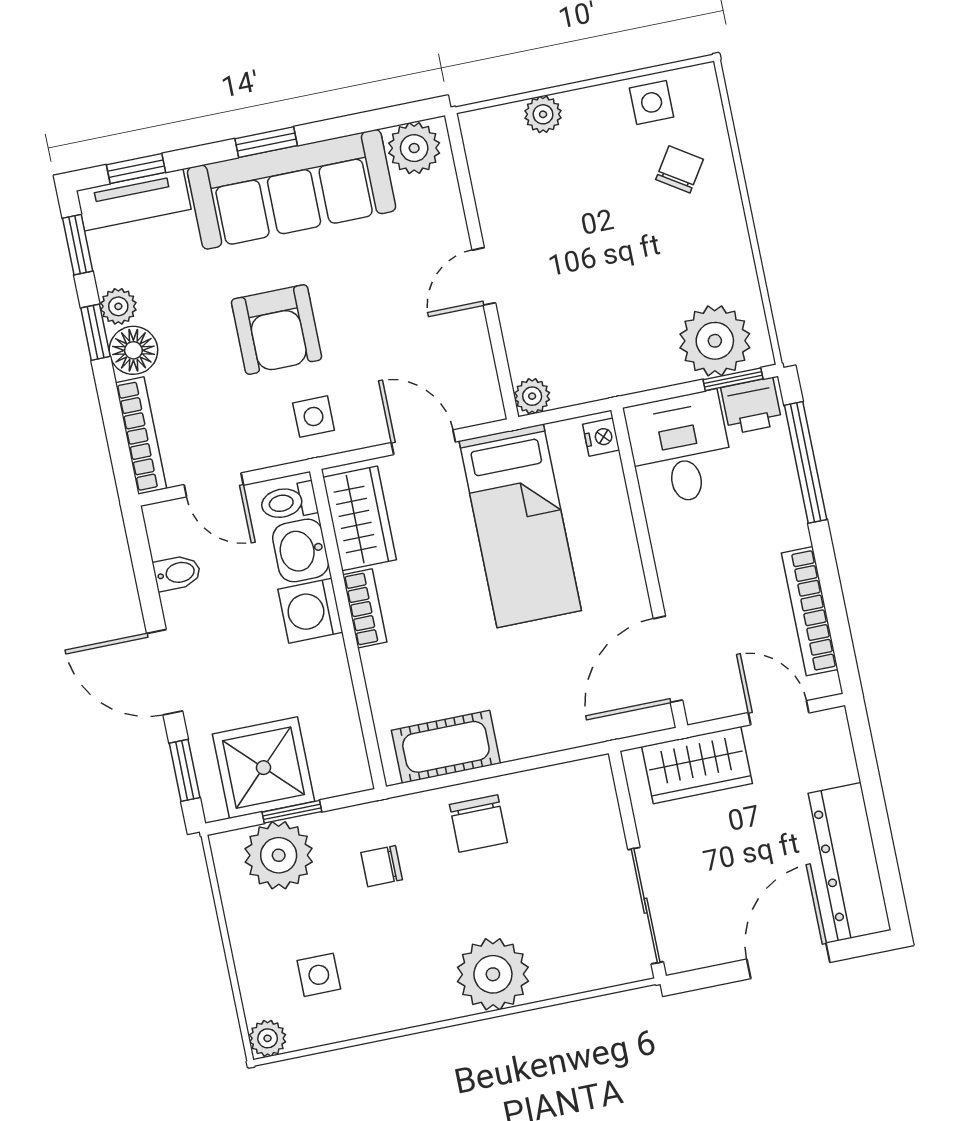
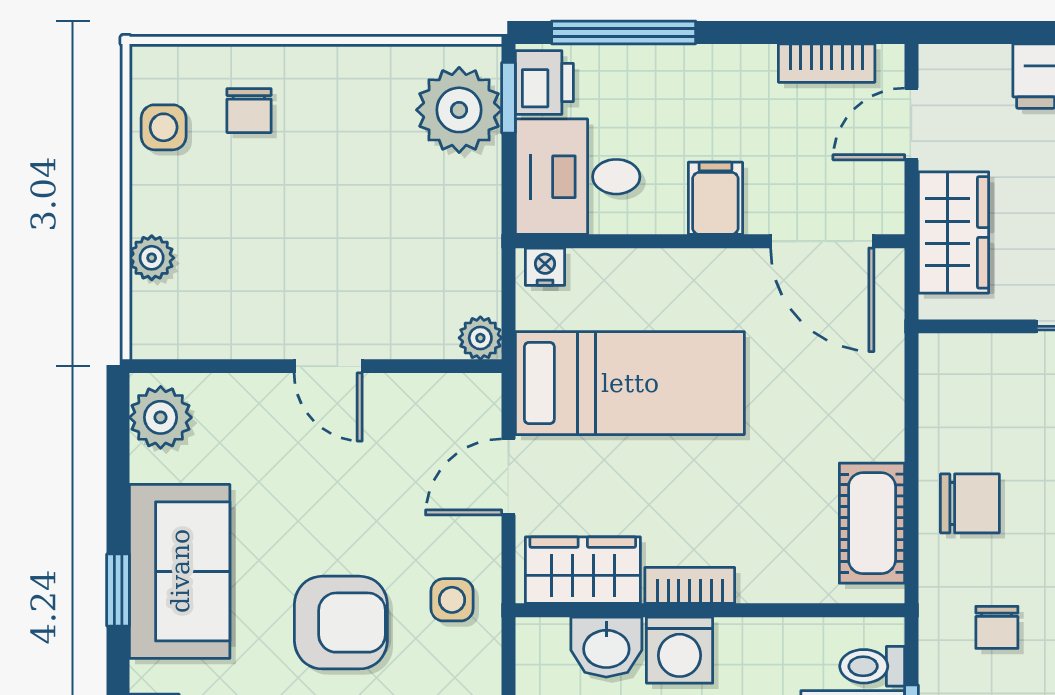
chair: (679, 169) -> (249, 111), turned -123
sofa: (292, 189) -> (180, 571), width x0.73
toilet: (289, 502) -> (872, 666), moved, turned 90
filing cabinet: (685, 565) -> (715, 198), added
bookcase: (810, 611) -> (827, 63), width x0.64

